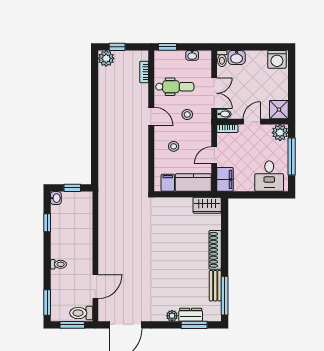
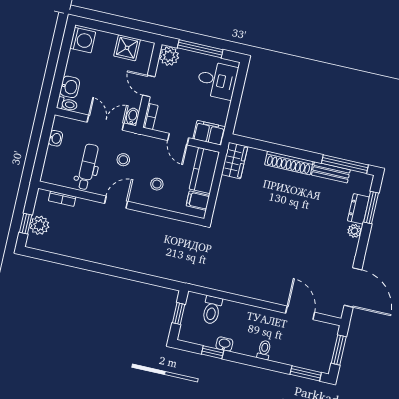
window: (168, 47) -> (39, 165), removed
plant: (106, 58) -> (39, 225), moved
shower: (279, 110) -> (127, 48), moved
washbasin: (56, 198) -> (224, 344), moved
toilet: (81, 313) -> (212, 310), moved

